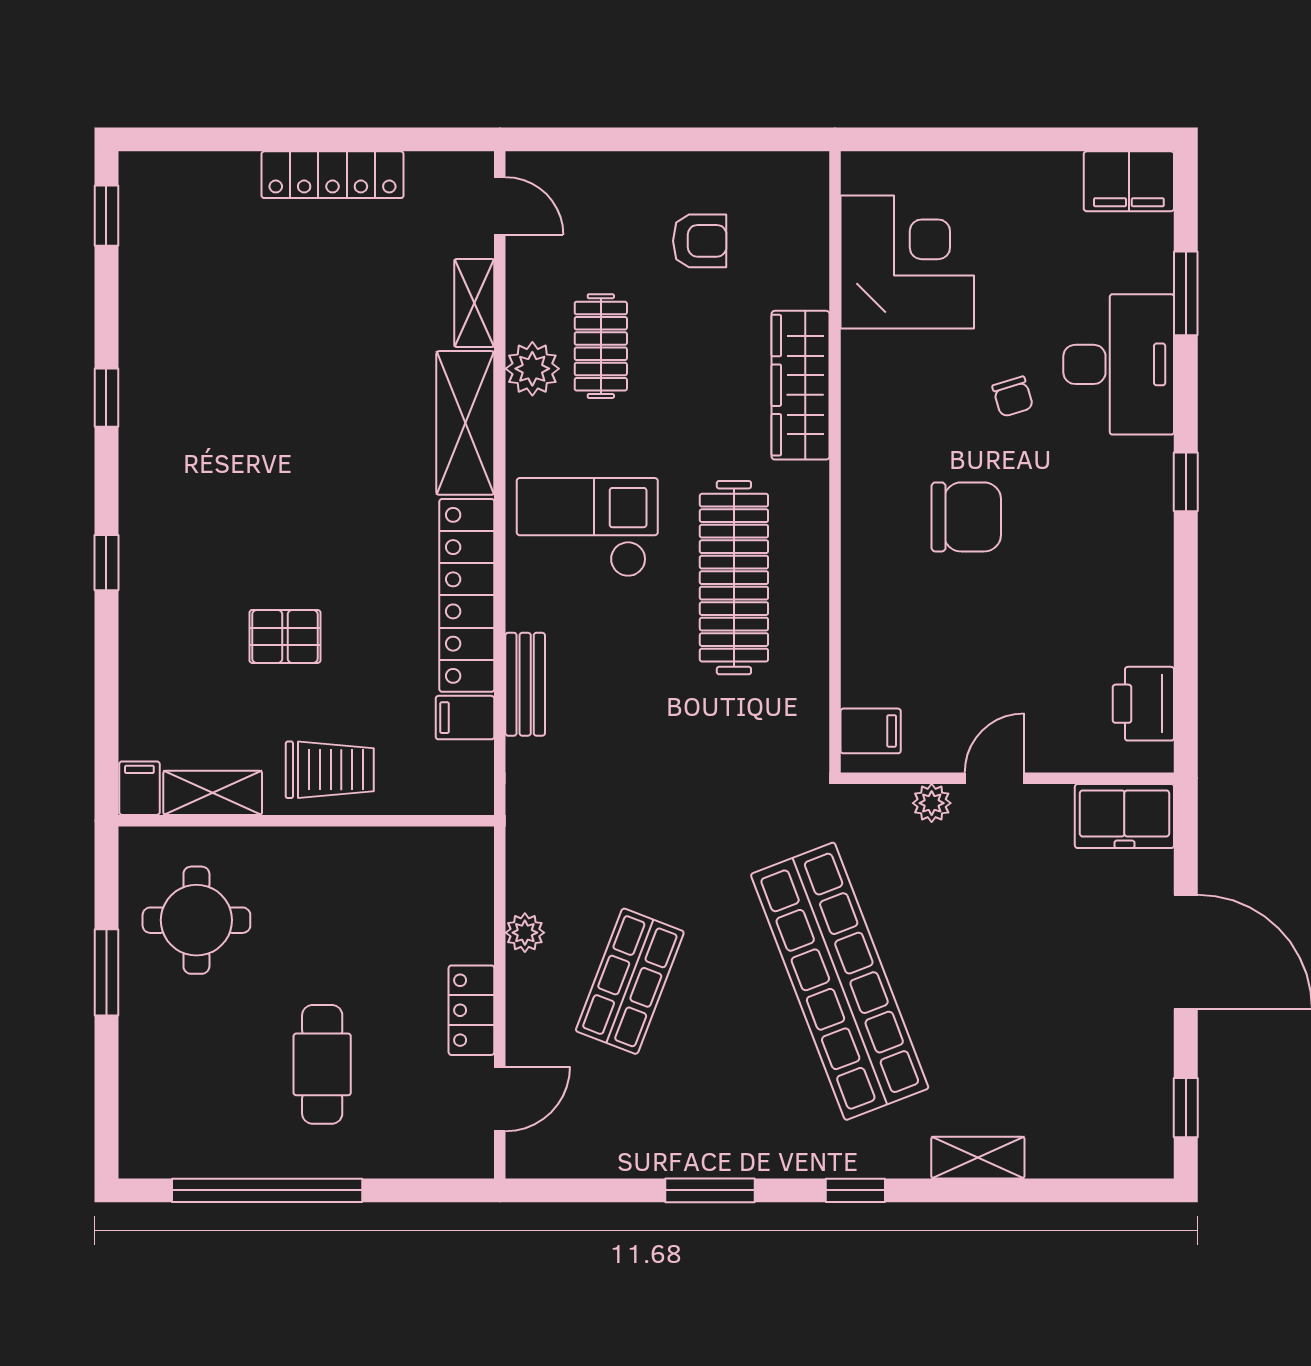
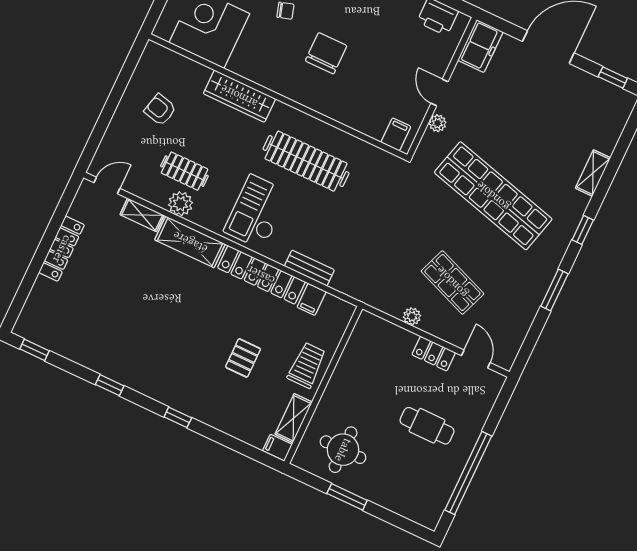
armchair: (700, 241) -> (160, 110), turned -76
shop shelf: (840, 981) -> (493, 196), turned 36

